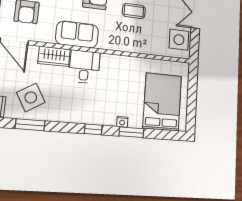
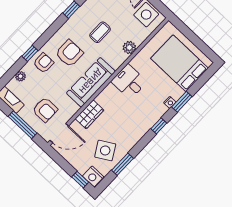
sofa: (77, 34) -> (91, 82), width x1.36
plant: (141, 47) -> (129, 48), added
desk: (84, 67) -> (129, 82), moved

